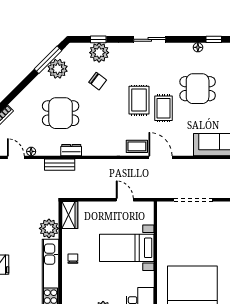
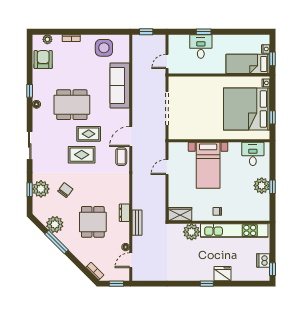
window: (48, 60) -> (56, 242), moved
dining table: (198, 89) -> (72, 105), width x1.37

